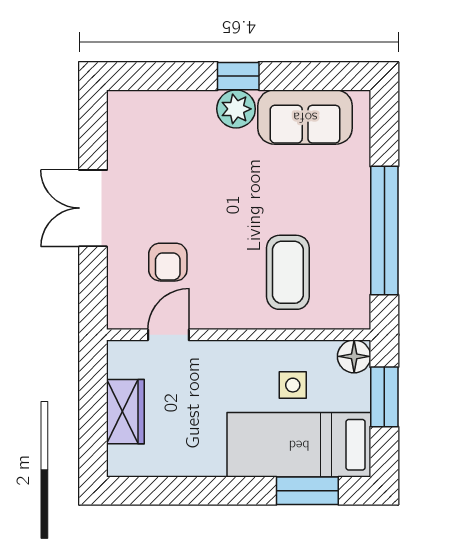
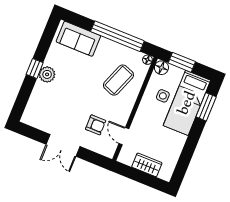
sofa: (305, 117) -> (78, 39), moved, turned 90
coffee table: (288, 272) -> (118, 80), turned -69
floor lamp: (359, 318) -> (147, 60), added

